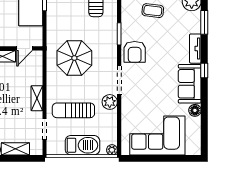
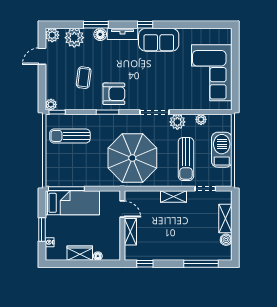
armchair: (135, 52) -> (114, 94), moved
parasol: (74, 58) -> (132, 158), width x1.36, depth x1.36
floor lamp: (195, 110) -> (100, 34), moved
plant: (112, 150) -> (201, 119), moved

